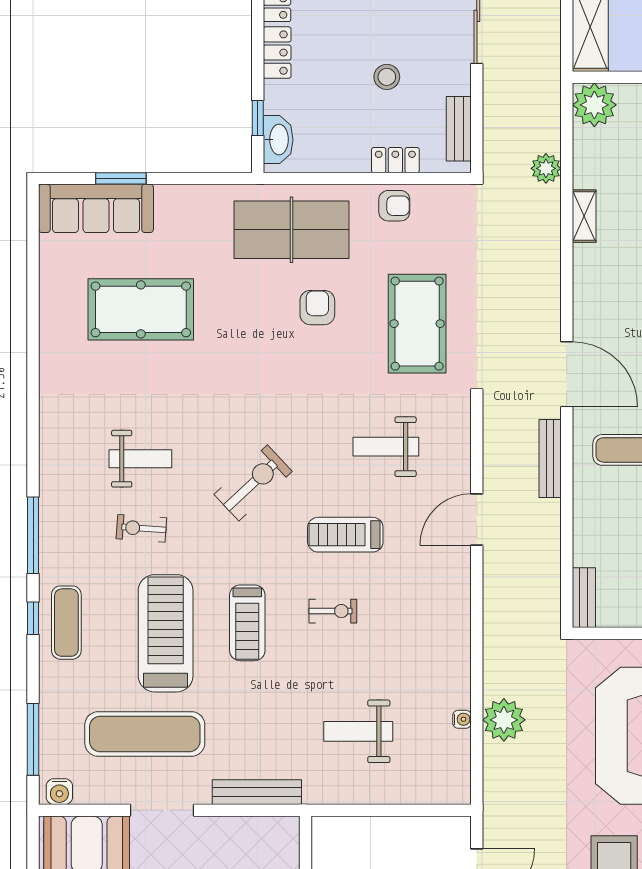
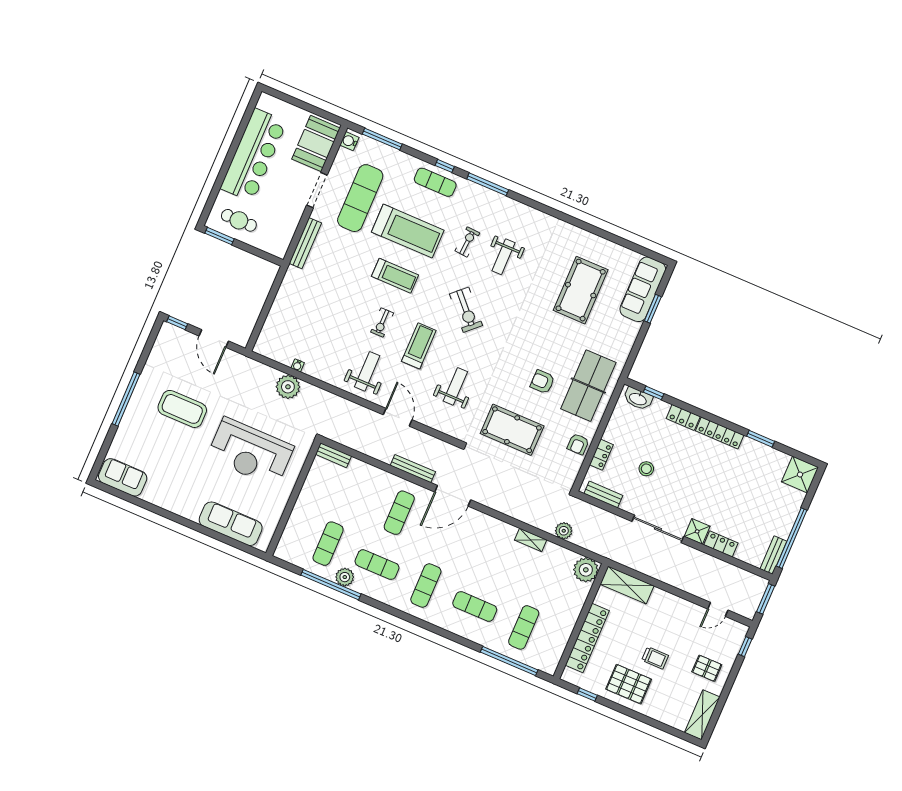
armchair: (317, 308) -> (542, 382), turned 180
treadmill: (247, 623) -> (395, 276), turned 180
weight bench: (358, 731) -> (367, 371), moved

